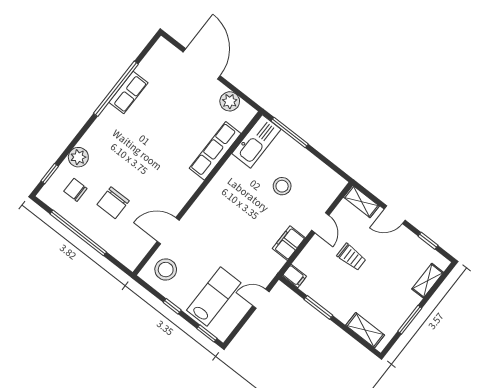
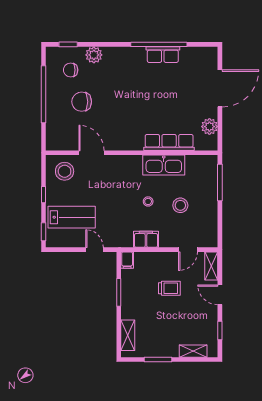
kitchen sink: (256, 141) -> (164, 165), moved
chair: (75, 190) -> (71, 70), turned -90
stool: (255, 214) -> (148, 201), added
door: (320, 223) -> (188, 250), moved
trolley: (352, 257) -> (169, 288), turned -90

